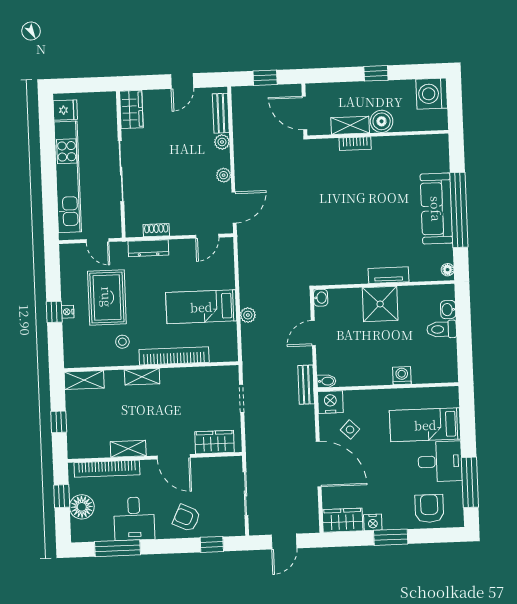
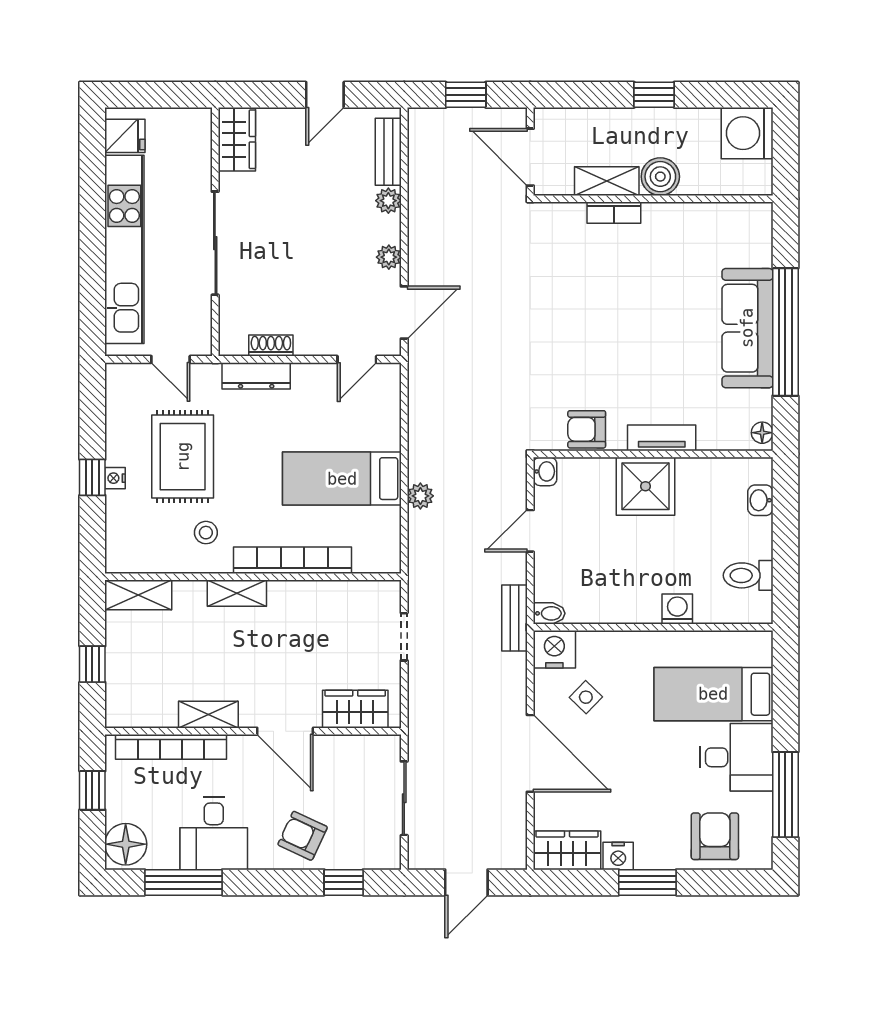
armchair: (344, 272) -> (587, 429), added
toilet: (442, 329) -> (748, 575), moved
floor lamp: (82, 507) -> (126, 844), moved

